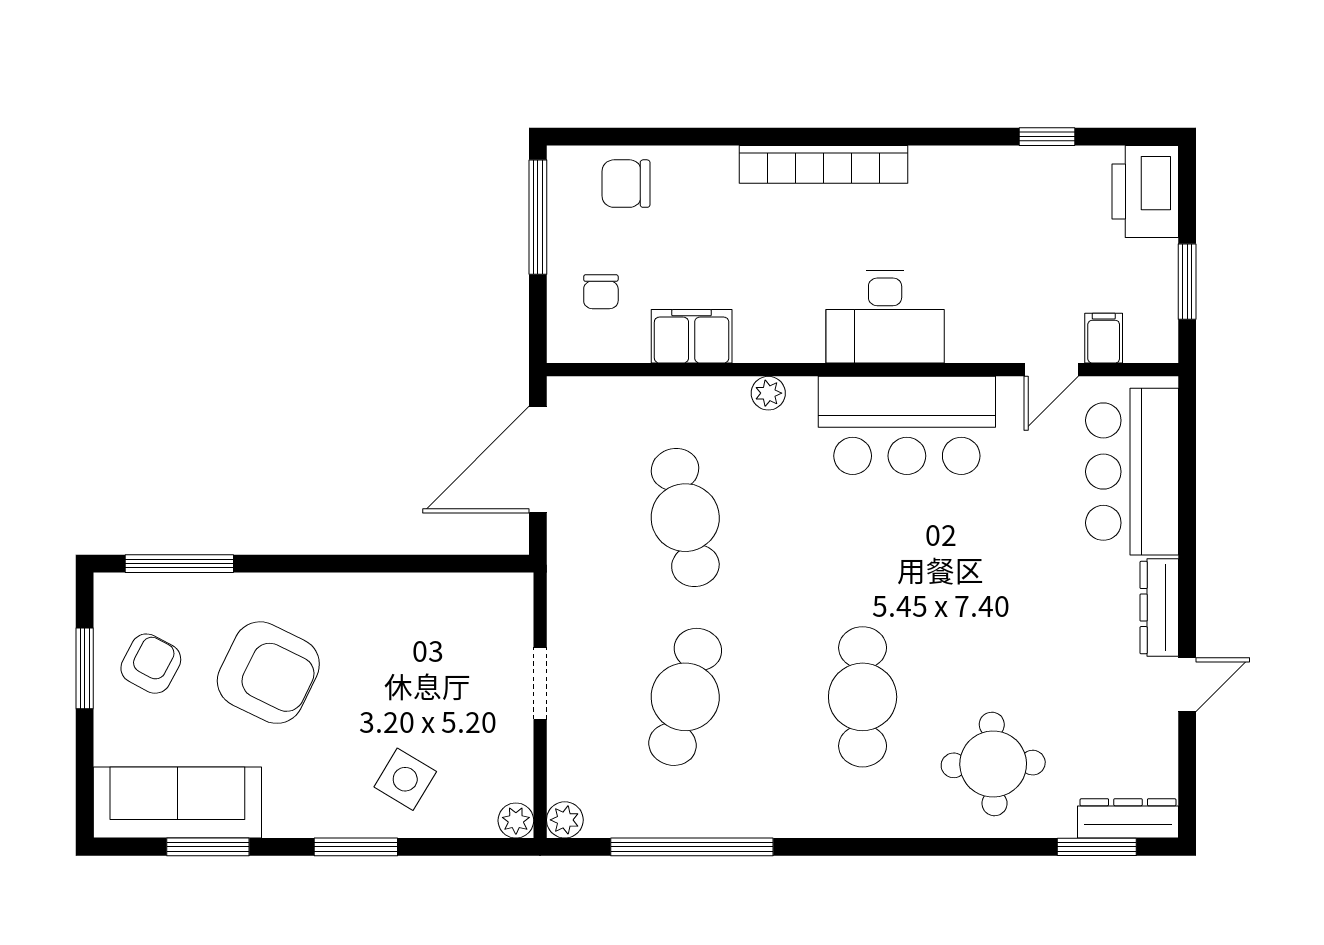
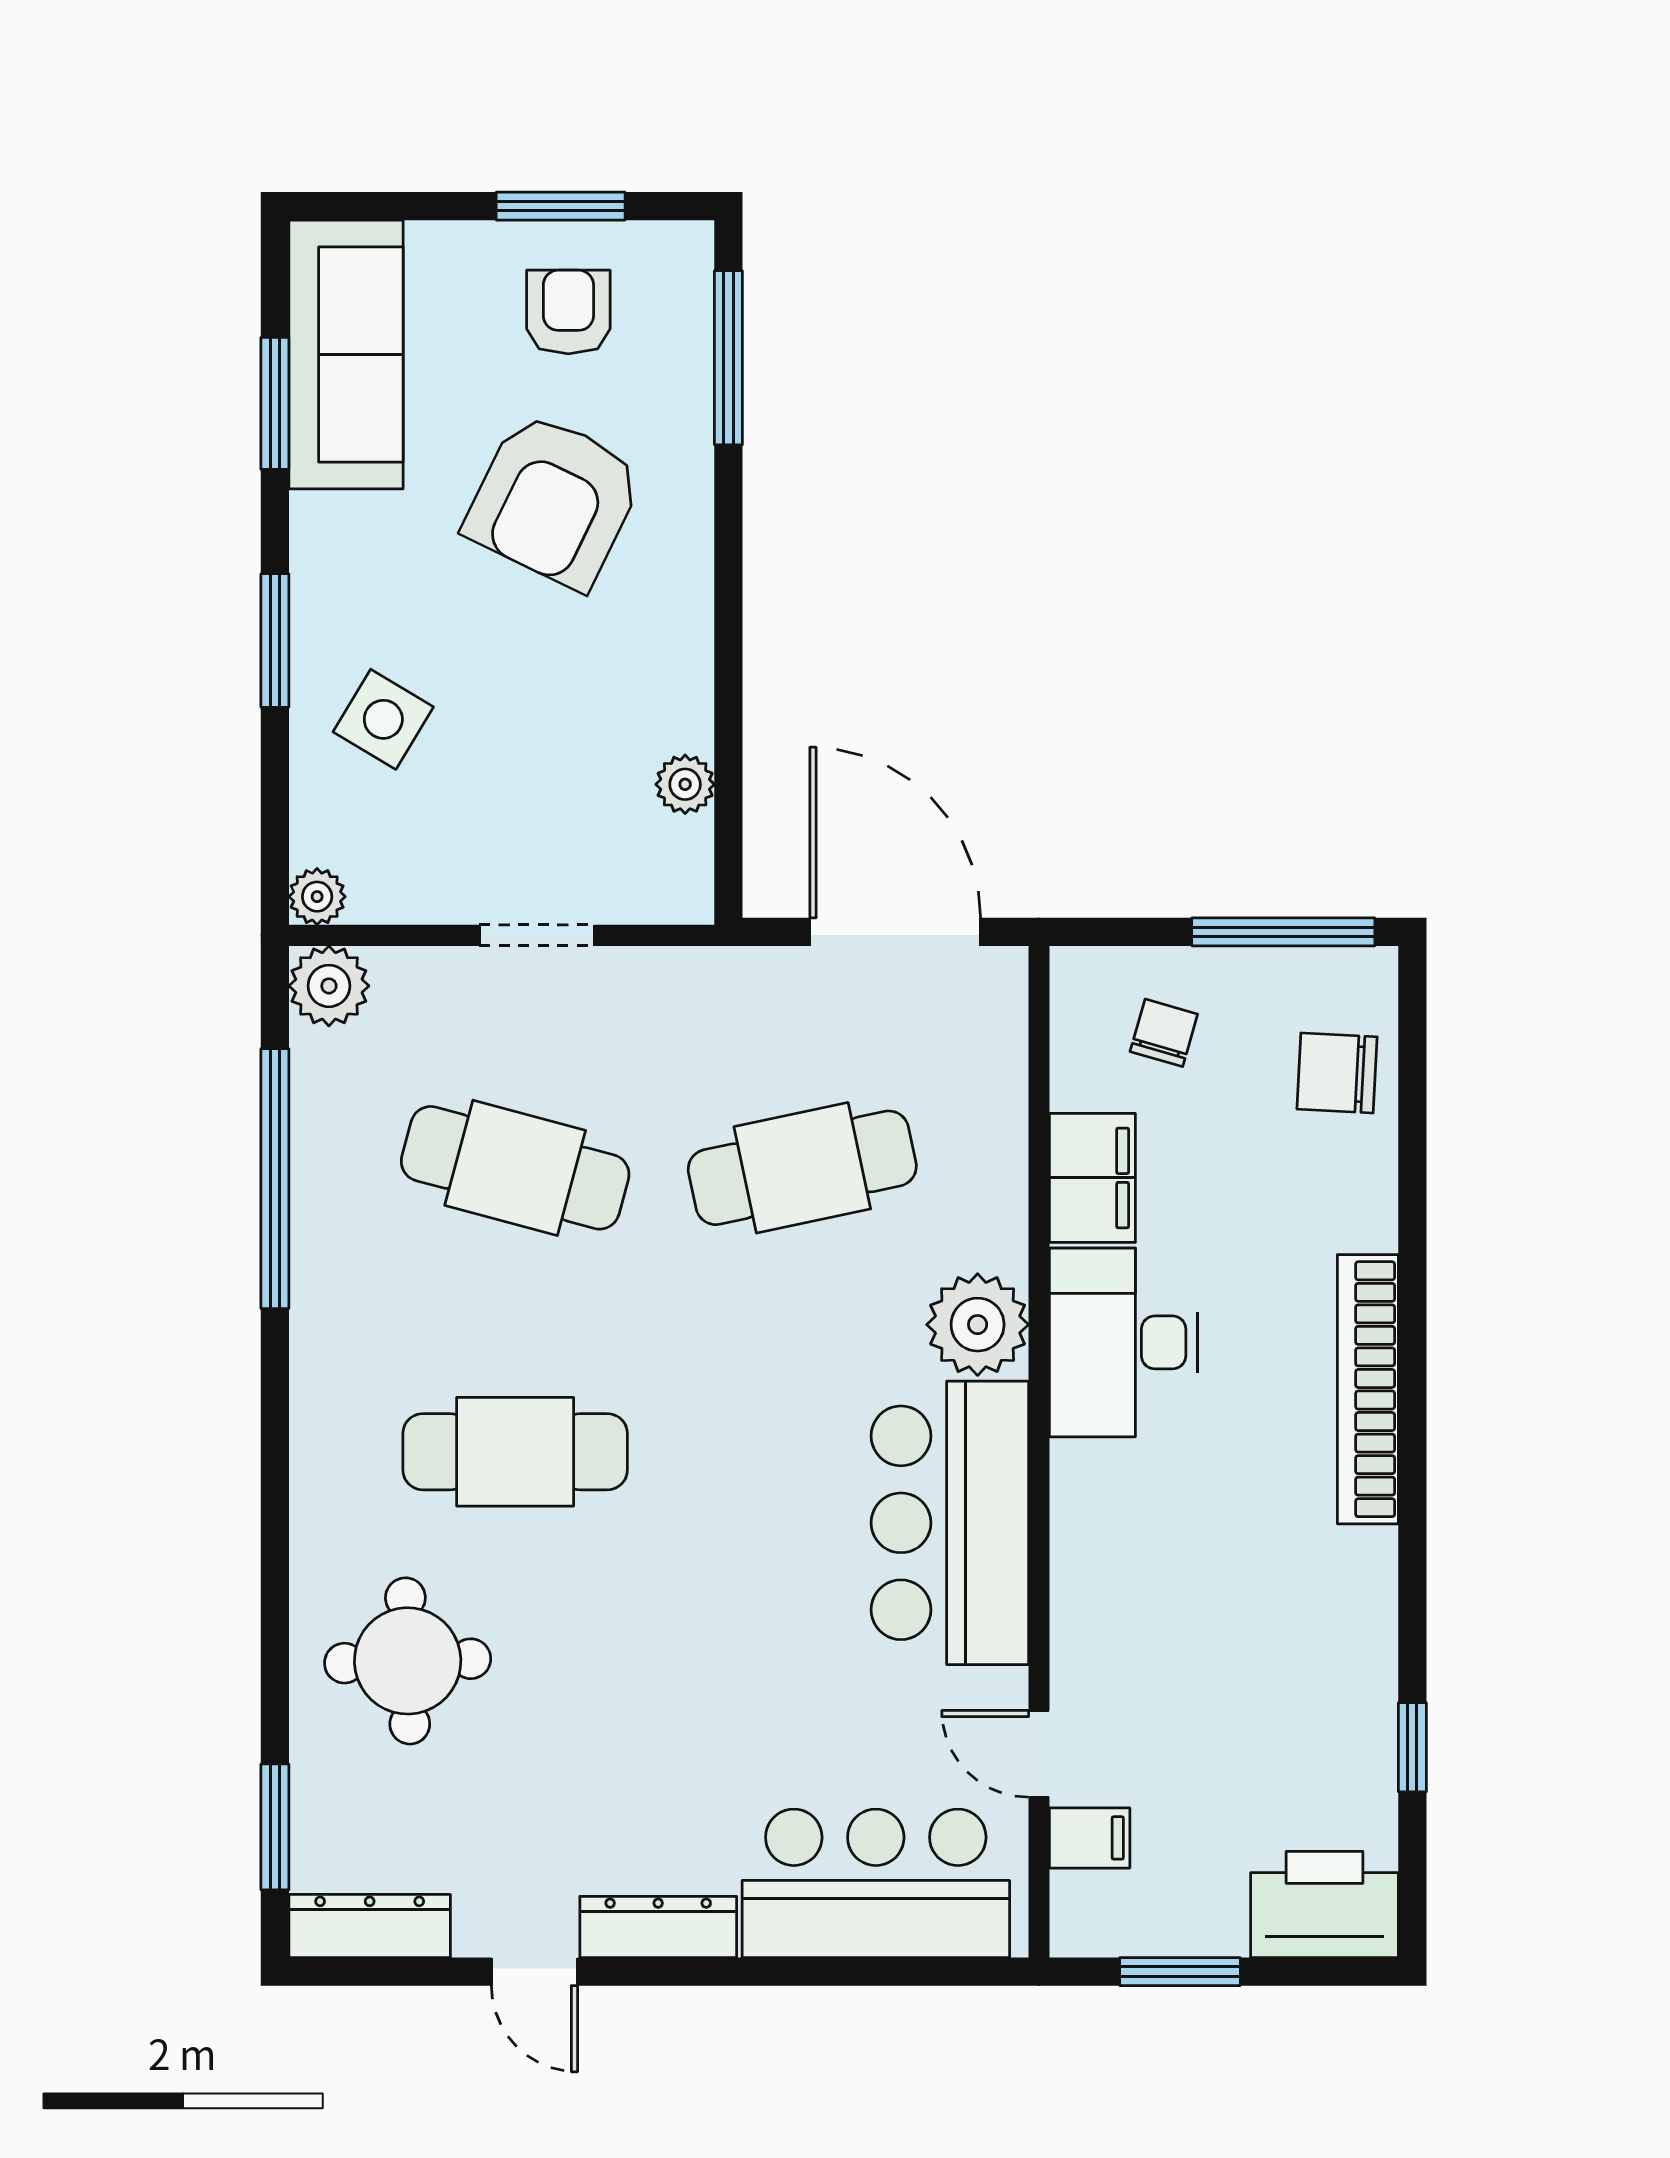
chair: (626, 184) -> (1337, 1073), turned -87
chair: (601, 292) -> (1164, 1033), turned 106
desk: (885, 317) -> (1124, 1342), moved
plant: (768, 393) -> (978, 1325), width x1.88, depth x1.88
plant: (446, 591) -> (685, 784), added
armchair: (151, 664) -> (568, 312), turned -118
dresser: (1128, 818) -> (370, 1926), moved, turned -90
plant: (565, 820) -> (329, 986), width x1.38, depth x1.38

